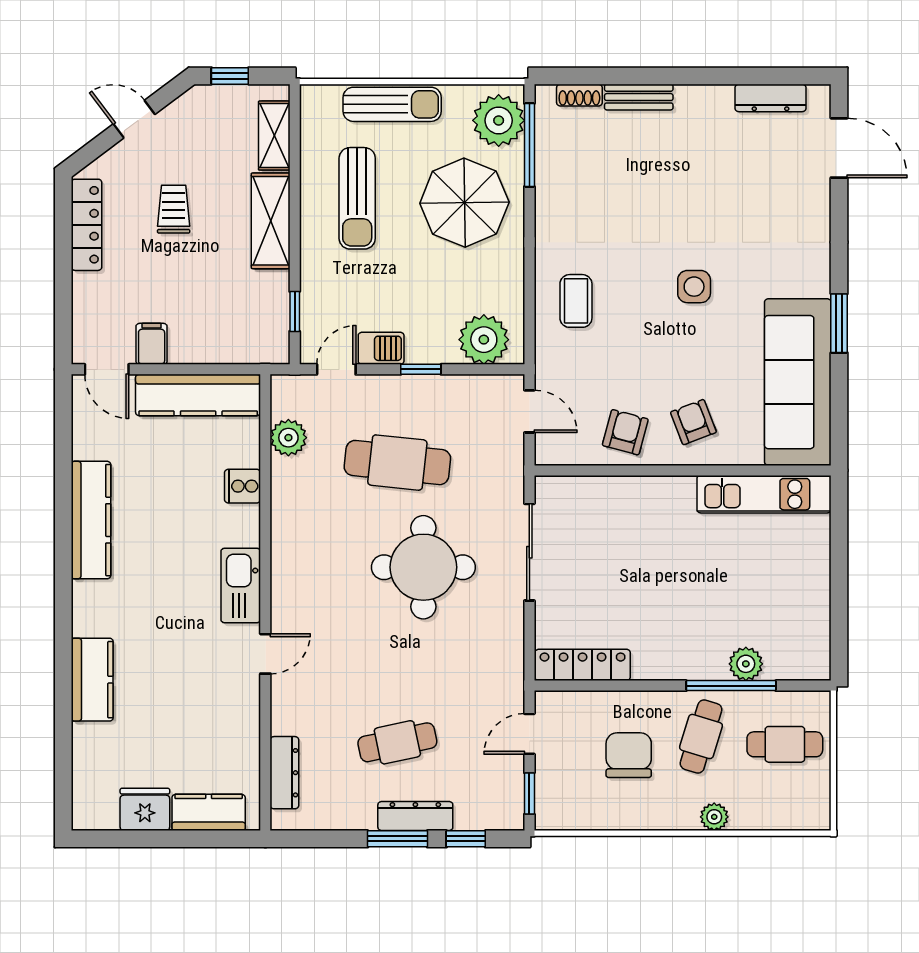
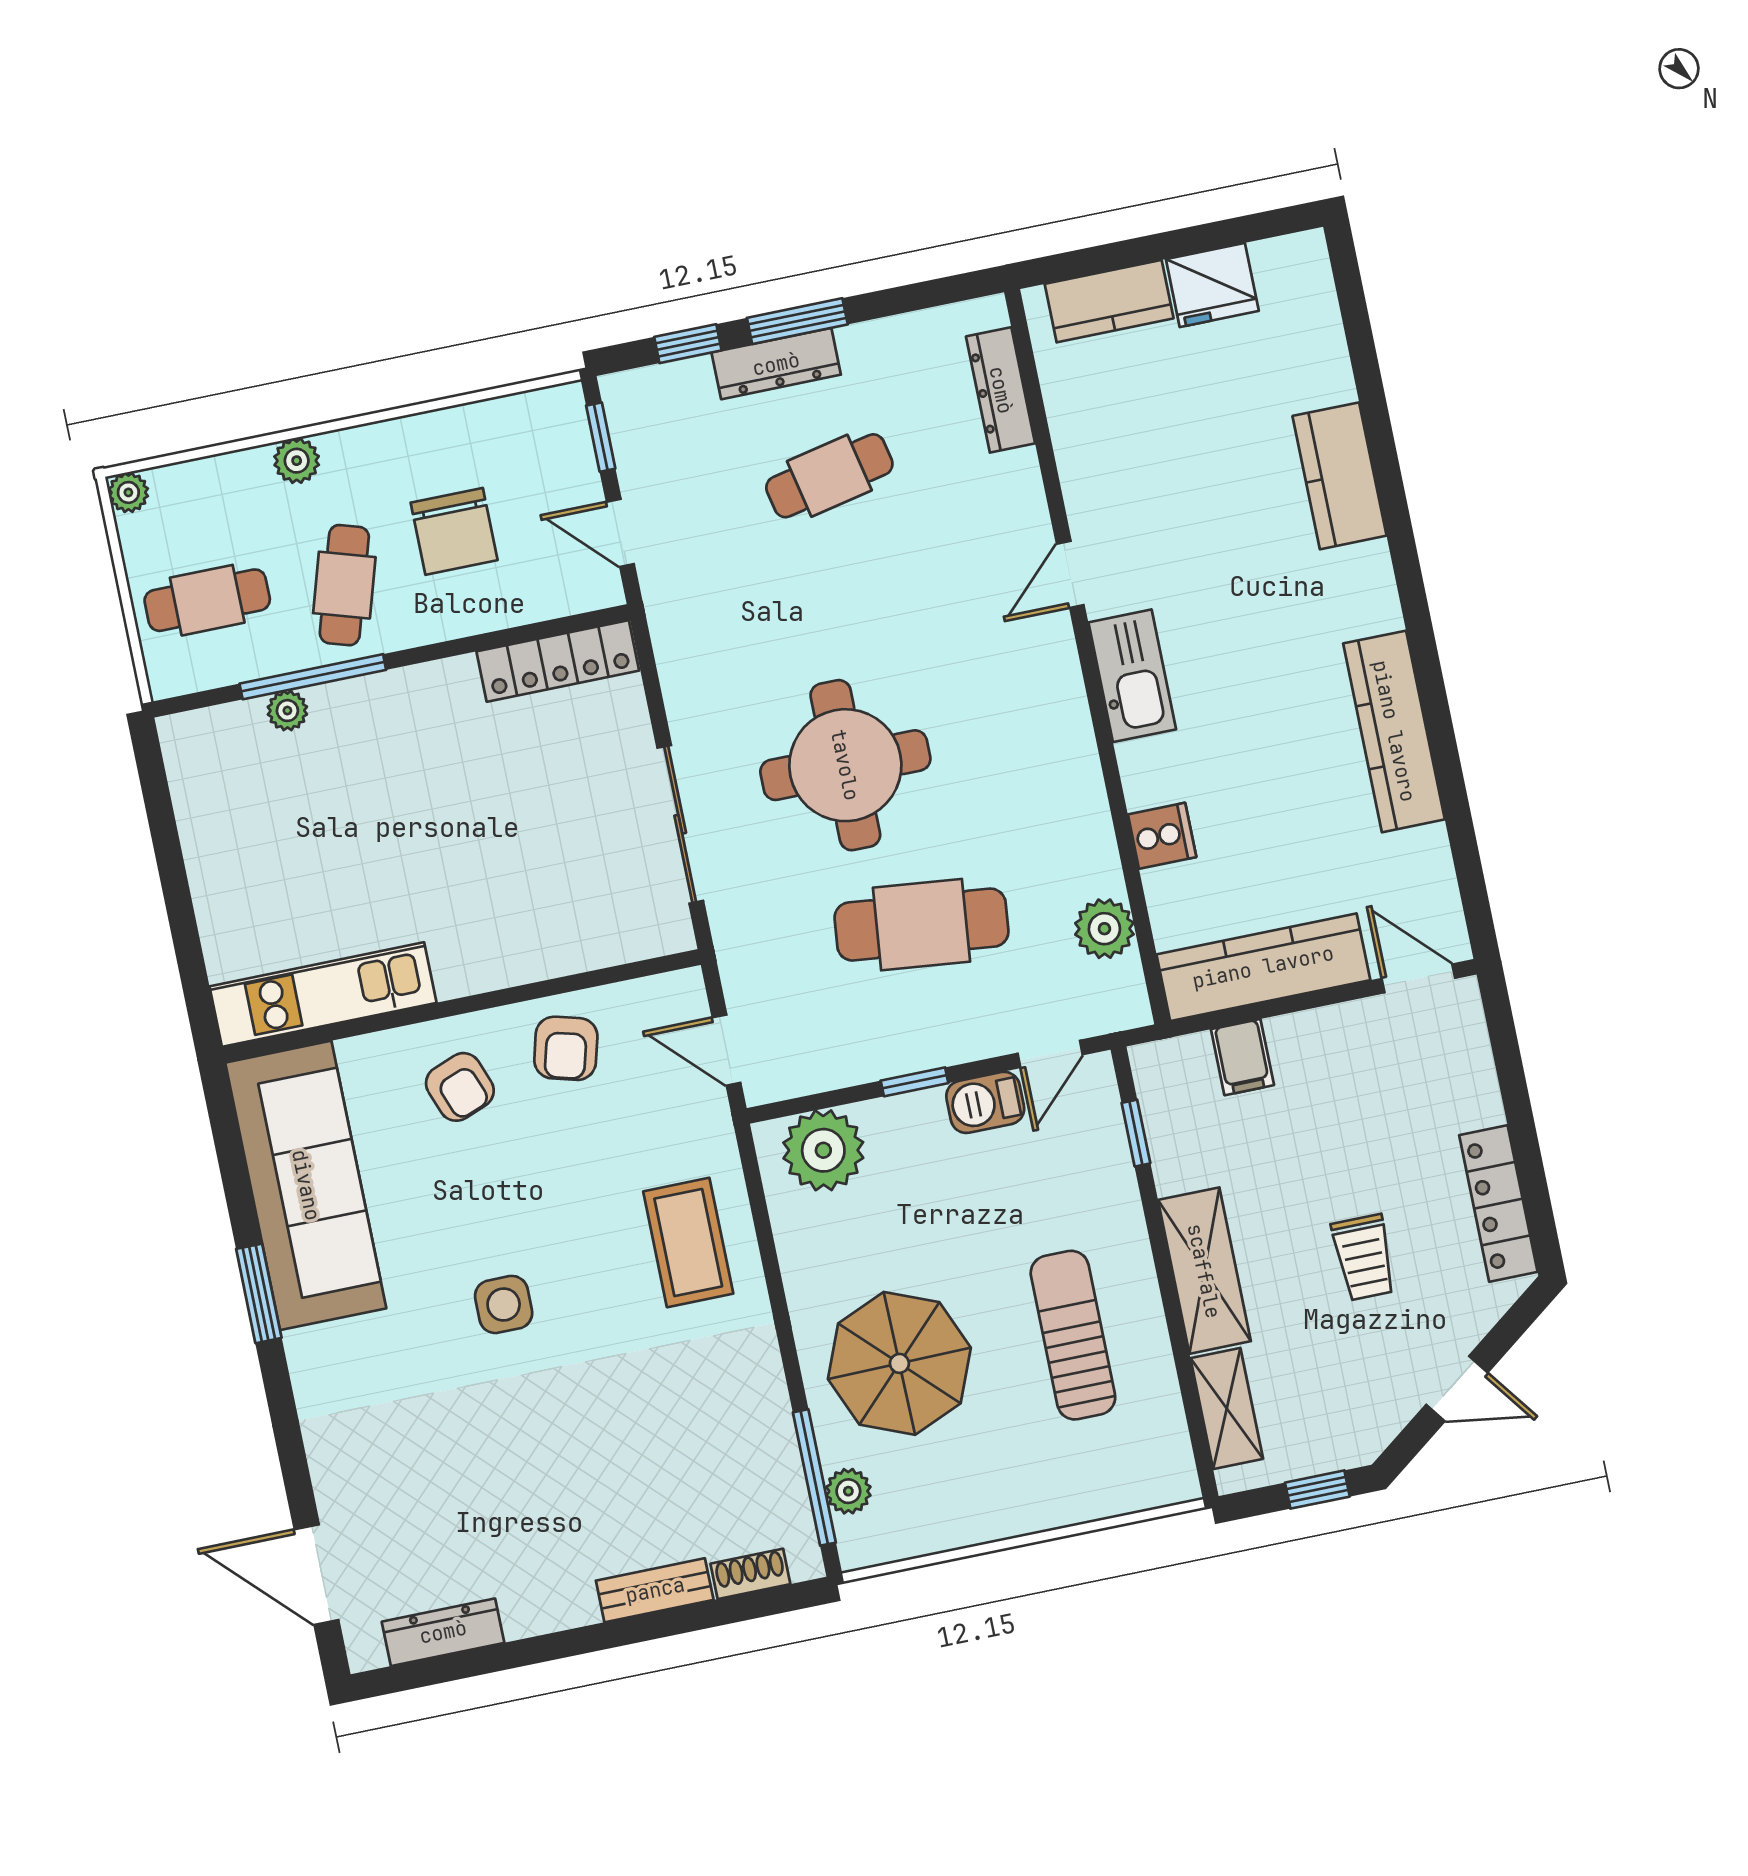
sun lounger: (392, 104) -> (1048, 1497), removed
plant: (499, 120) -> (848, 1491), width x0.53, depth x0.53
coffee table: (576, 301) -> (688, 1243), width x1.36, depth x1.30
filing cabinet: (152, 344) -> (1242, 1057), moved
plant: (746, 664) -> (287, 711), width x0.73, depth x0.73
door: (529, 734) -> (620, 533), swing flipped
plant: (819, 818) -> (128, 492), added

